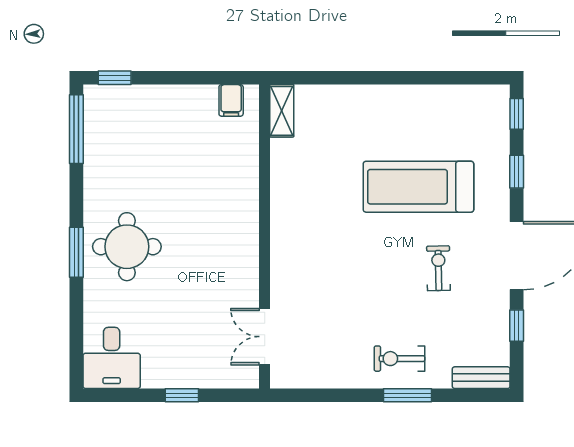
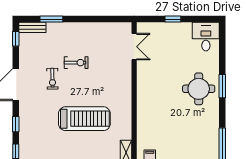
treadmill: (418, 187) -> (84, 119), moved
window: (517, 326) -> (16, 39), moved
exercise bike: (399, 359) -> (76, 63), moved
window: (408, 395) -> (51, 19), moved

